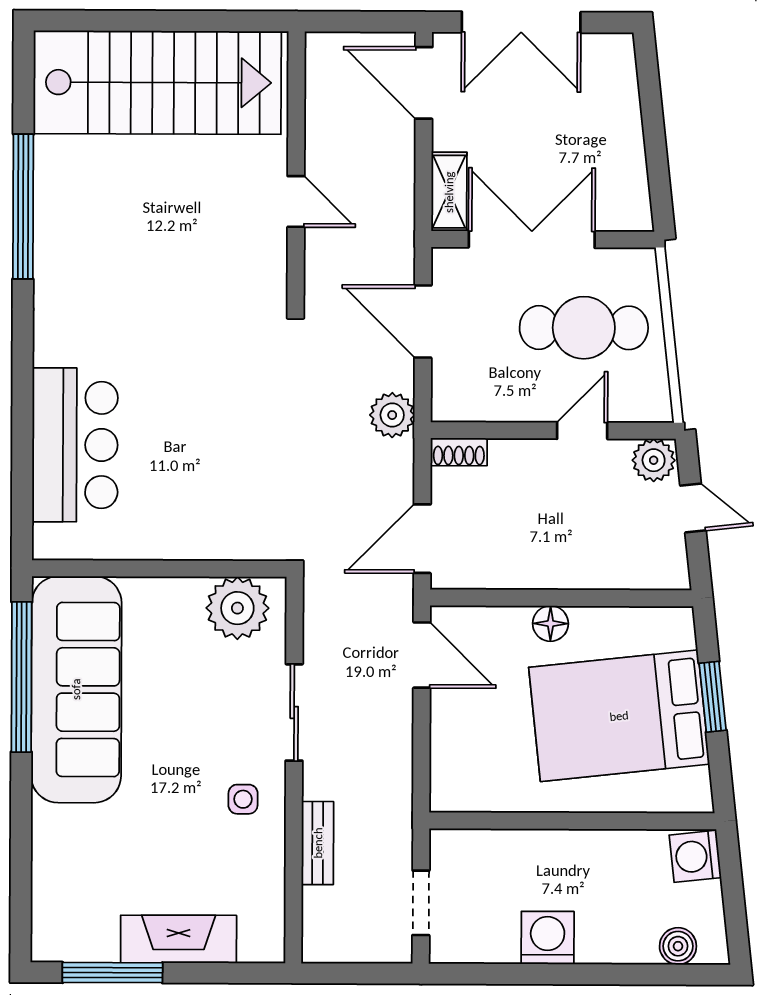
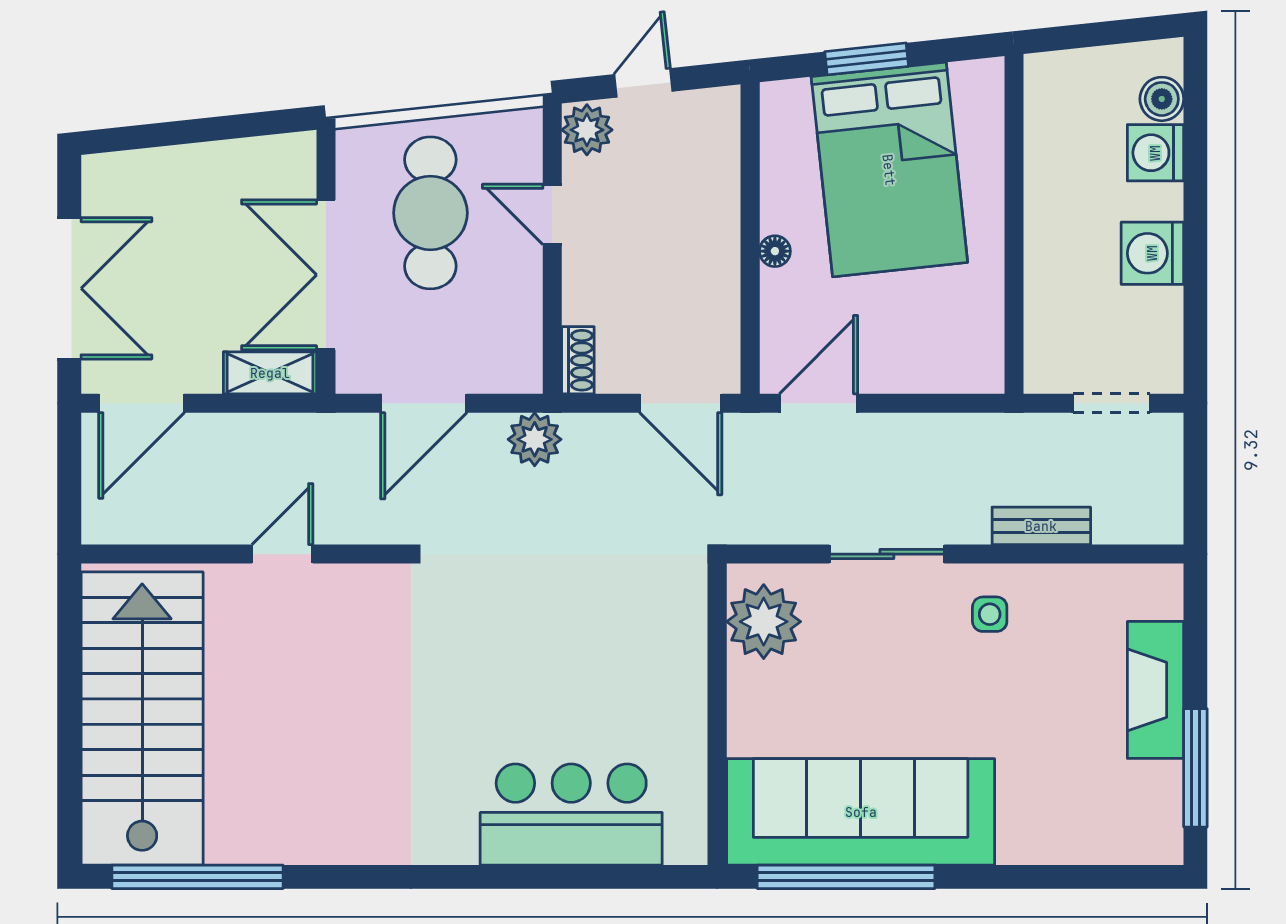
window: (23, 207) -> (197, 877), moved
floor lamp: (550, 624) -> (775, 251), width x0.73, depth x0.73
washing machine: (695, 856) -> (1155, 153), moved, turned 96

